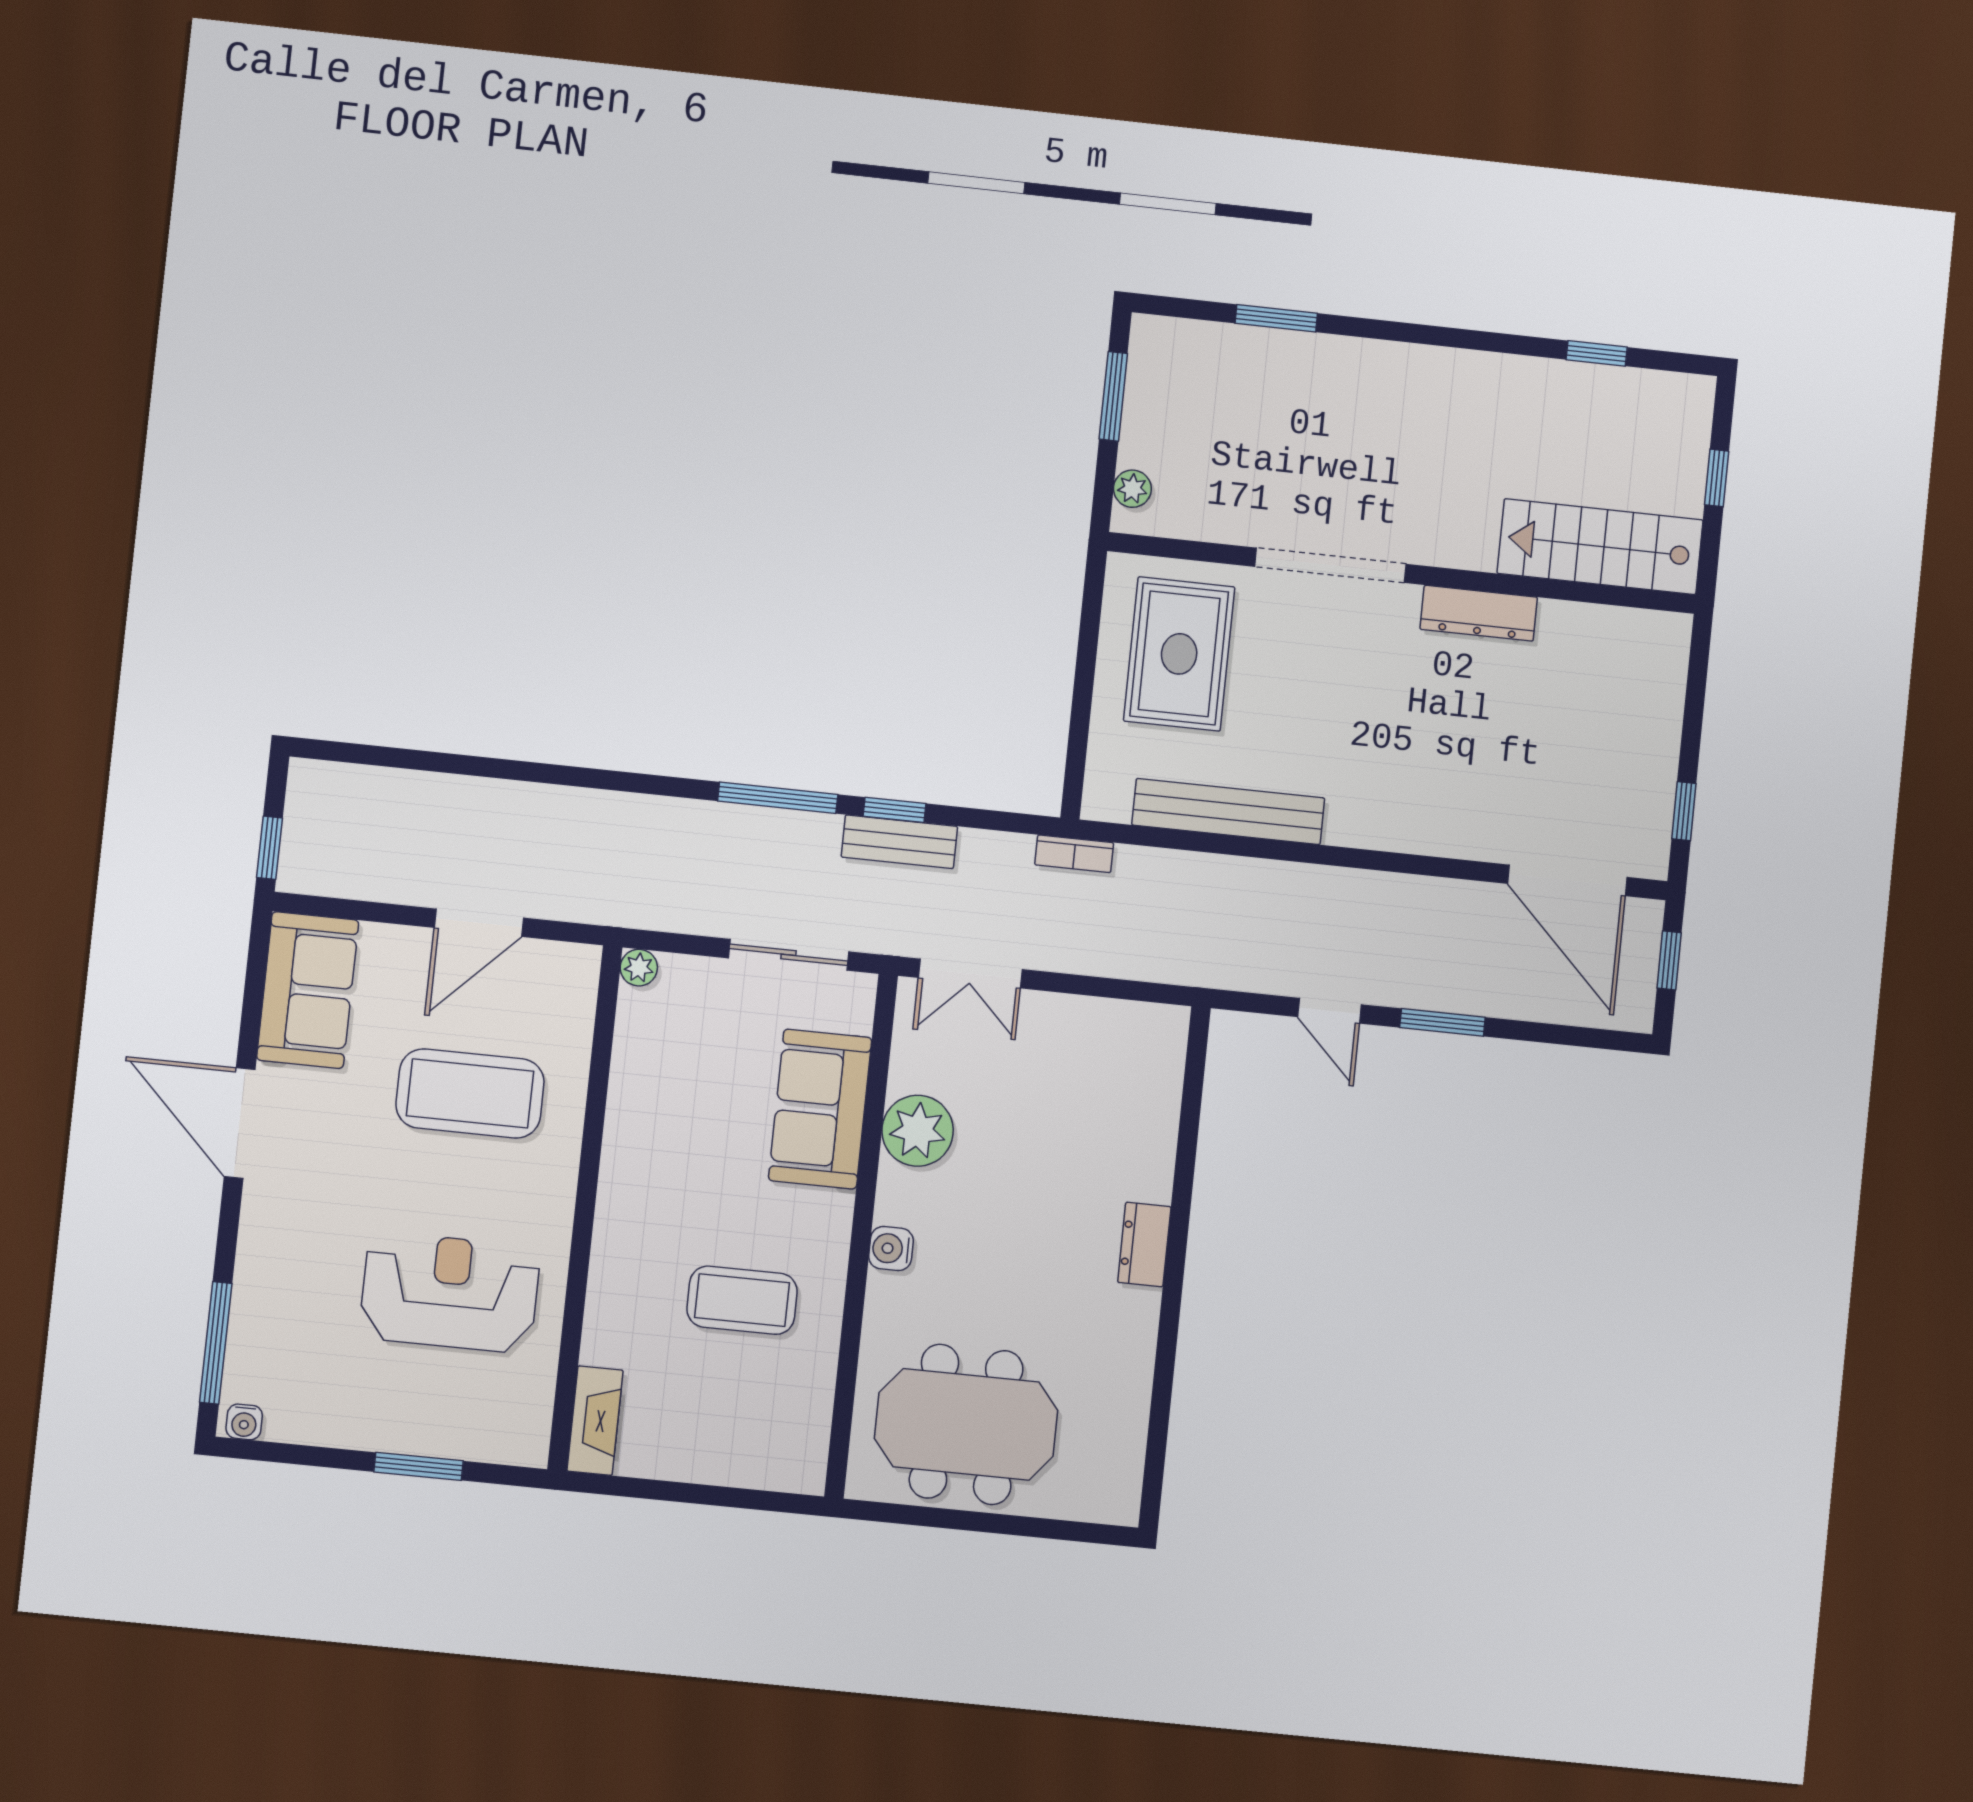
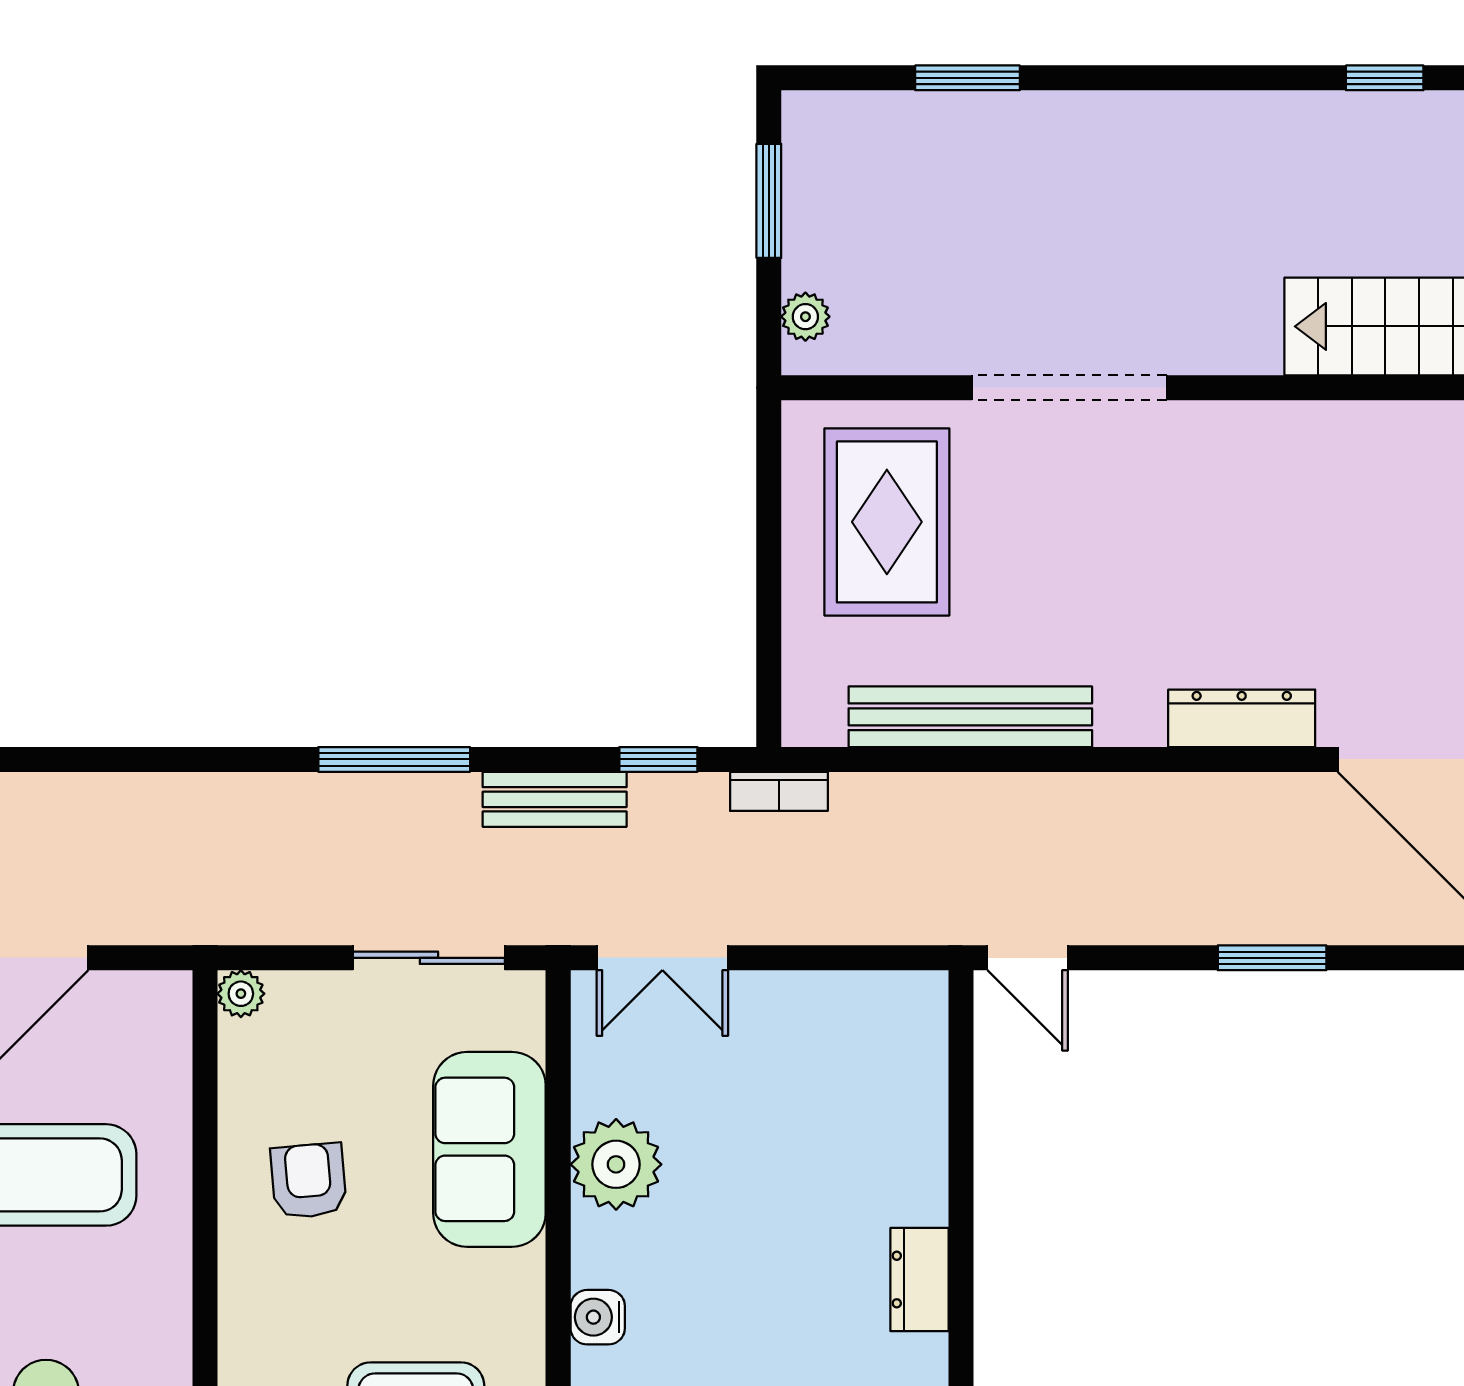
dresser: (1479, 613) -> (1242, 718), moved, turned 180
window: (894, 810) -> (658, 759), moved
door: (1329, 1011) -> (1028, 958), moved
armchair: (676, 1119) -> (309, 1181), added

